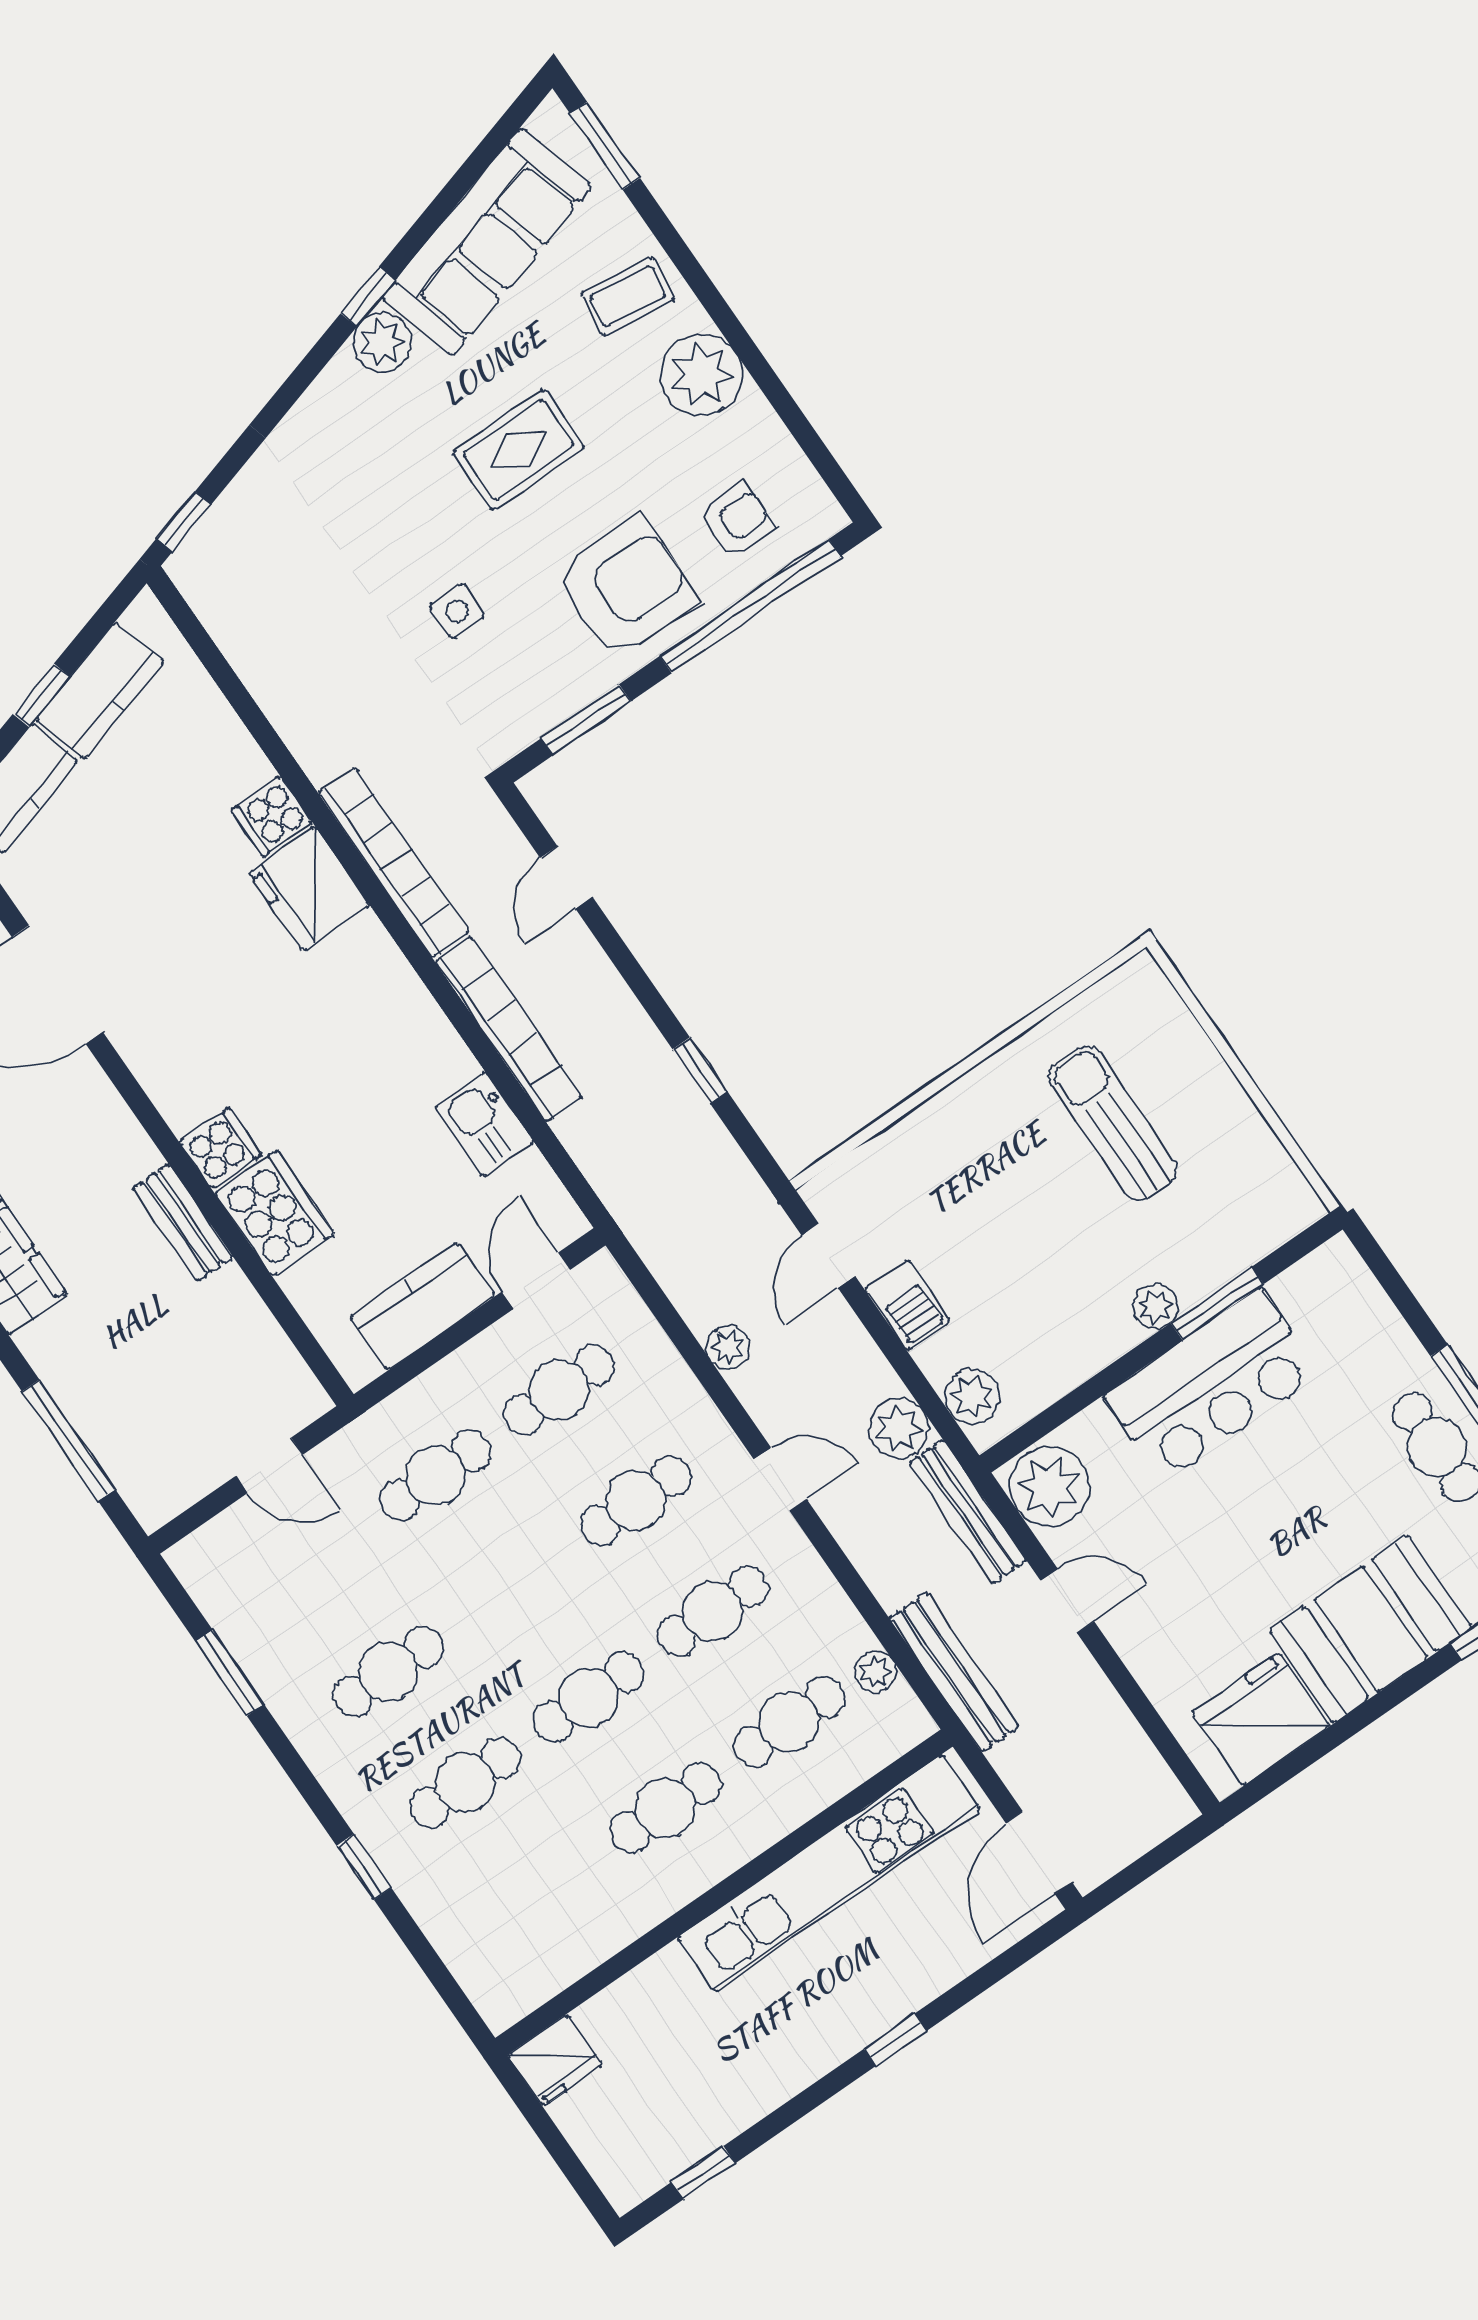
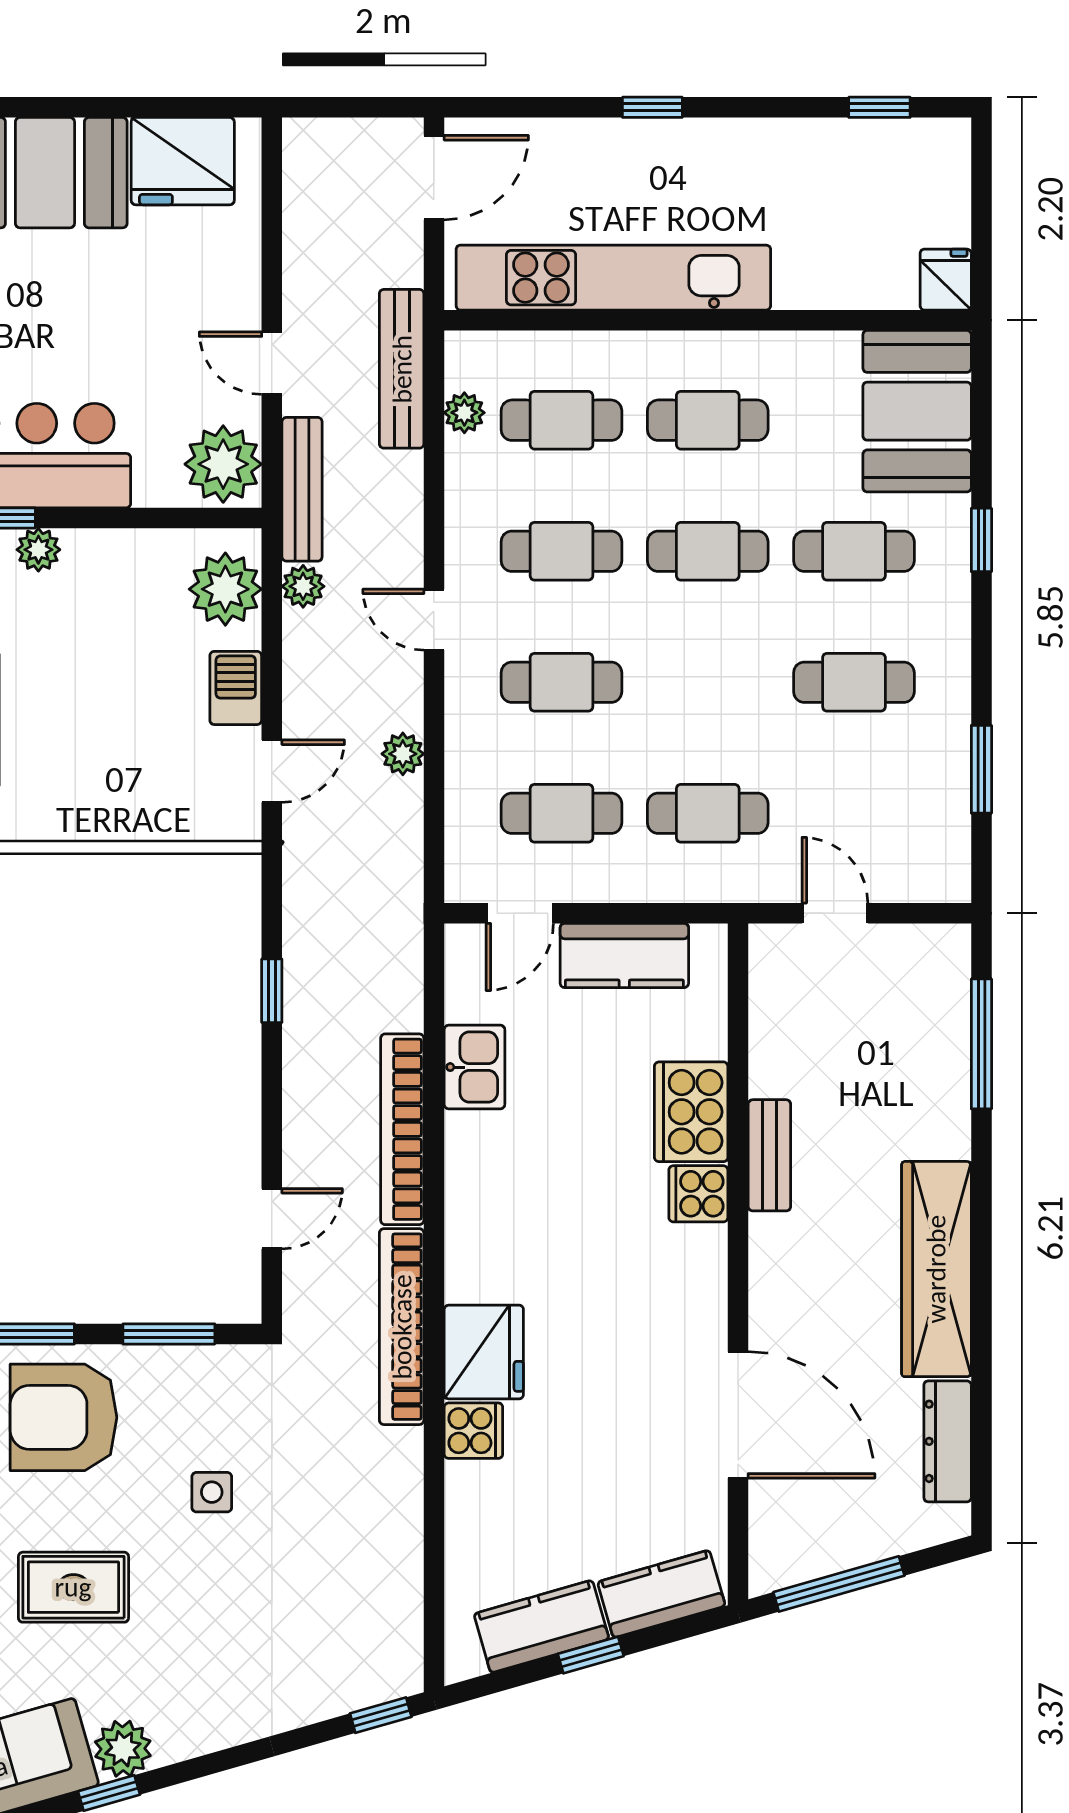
plant: (972, 1396) -> (225, 589), width x1.36, depth x1.36
plant: (899, 1428) -> (303, 586), width x0.73, depth x0.73
booth: (494, 1938) -> (917, 411), added
fridge: (555, 2060) -> (946, 280), width x0.72

